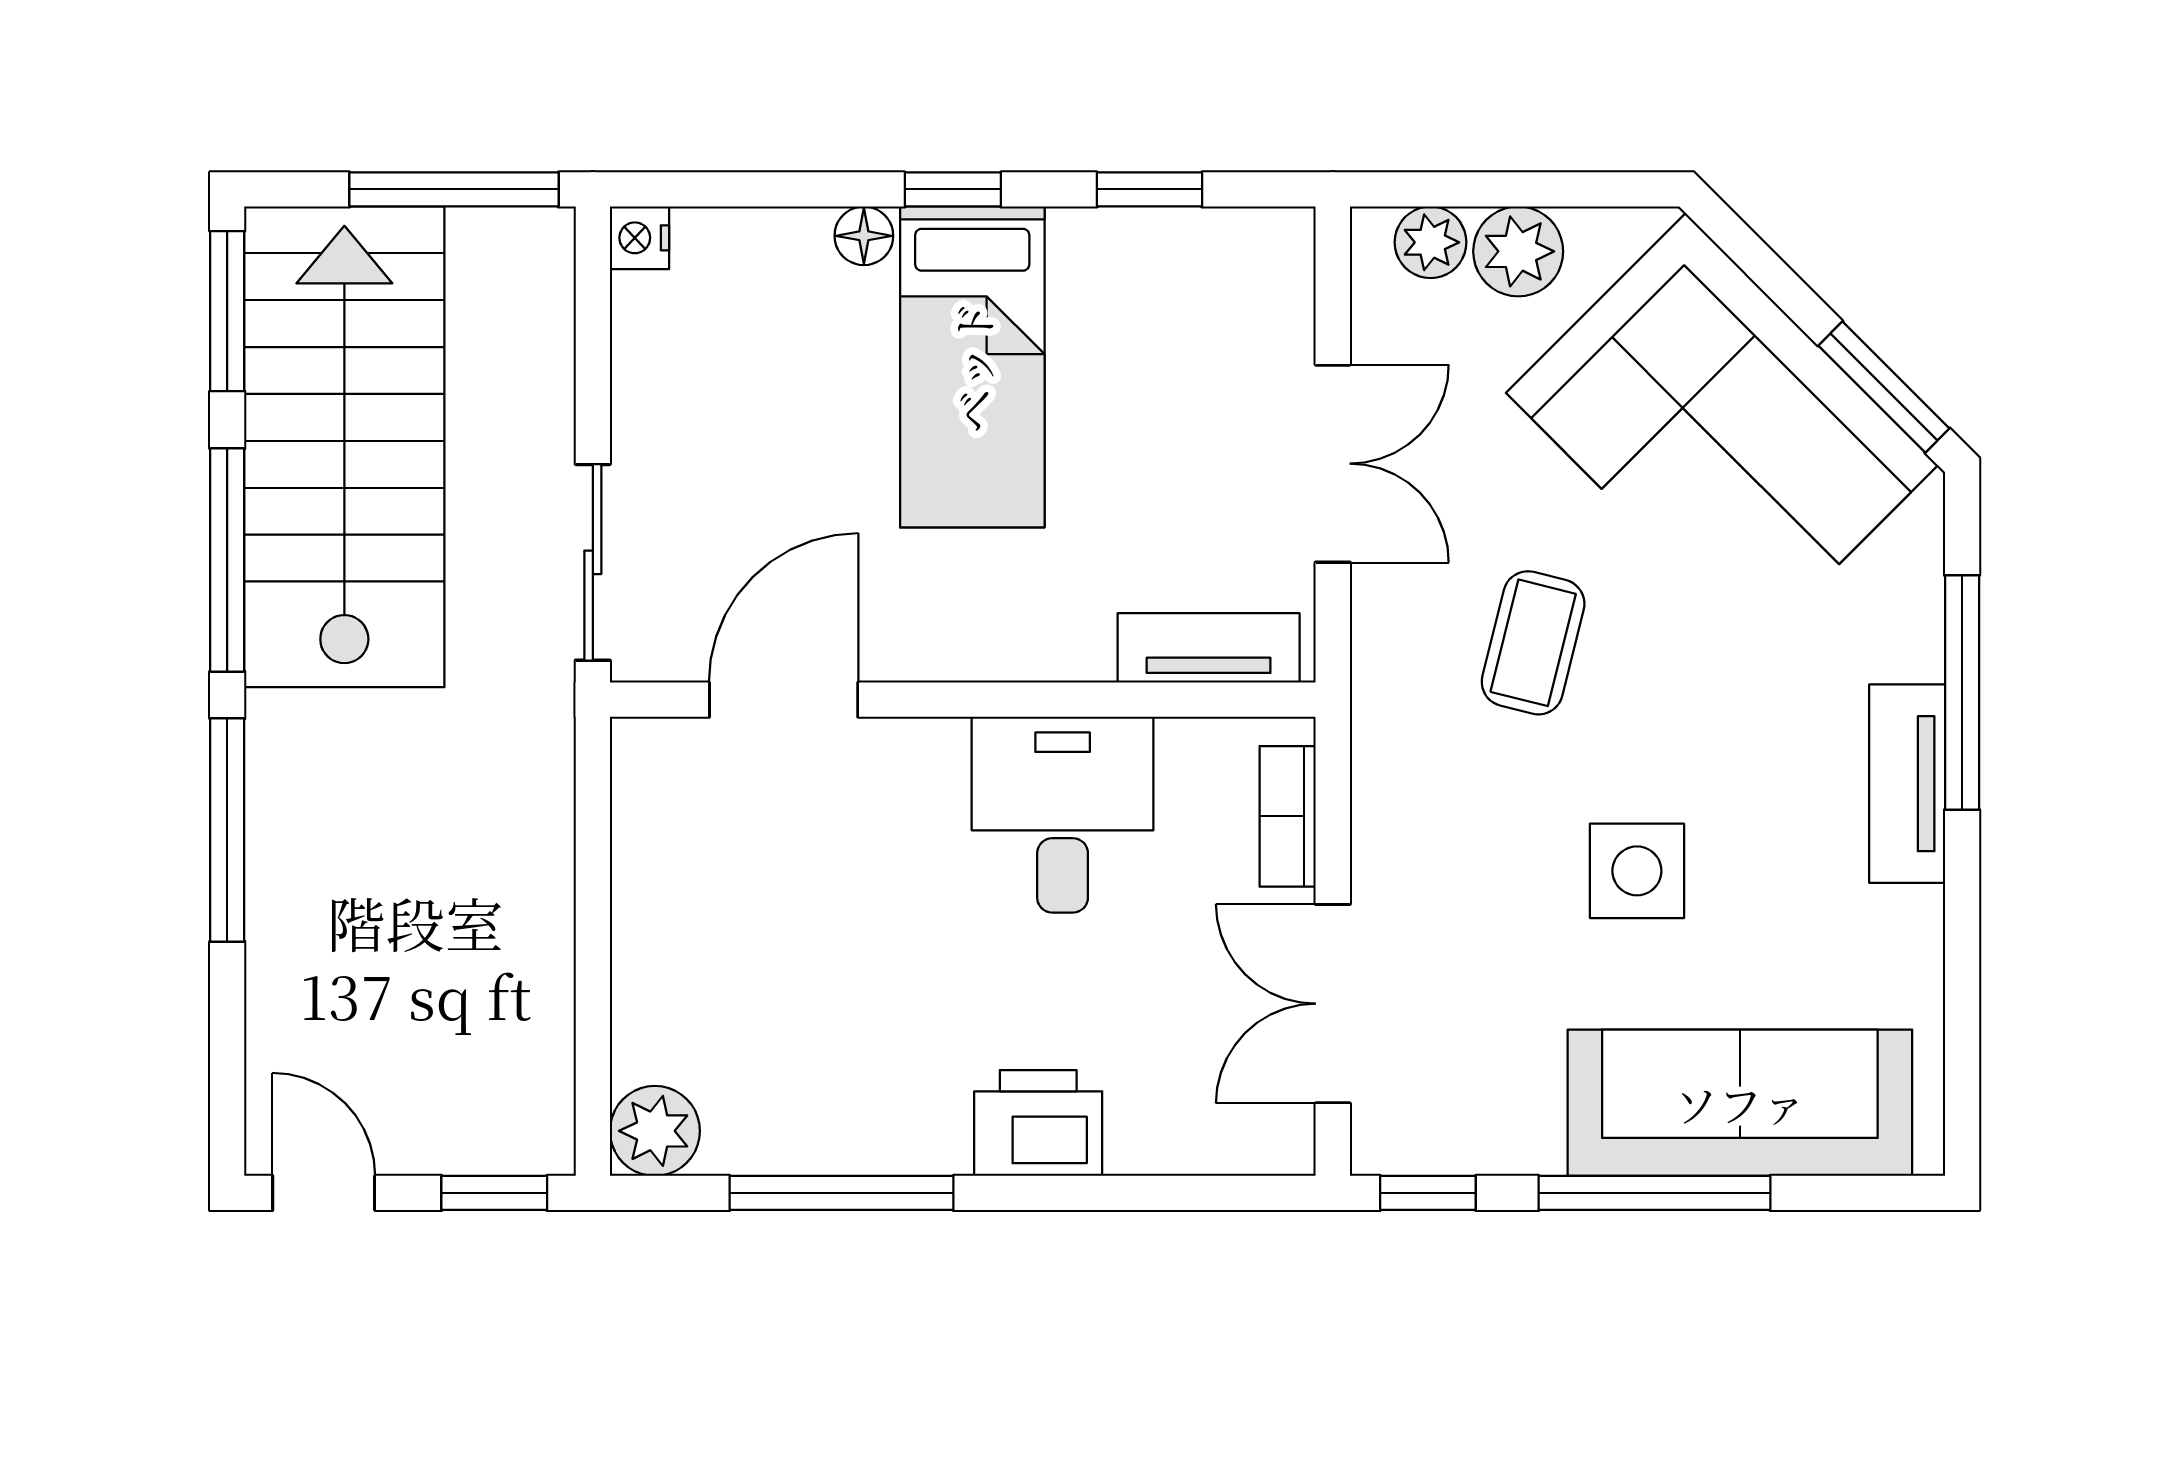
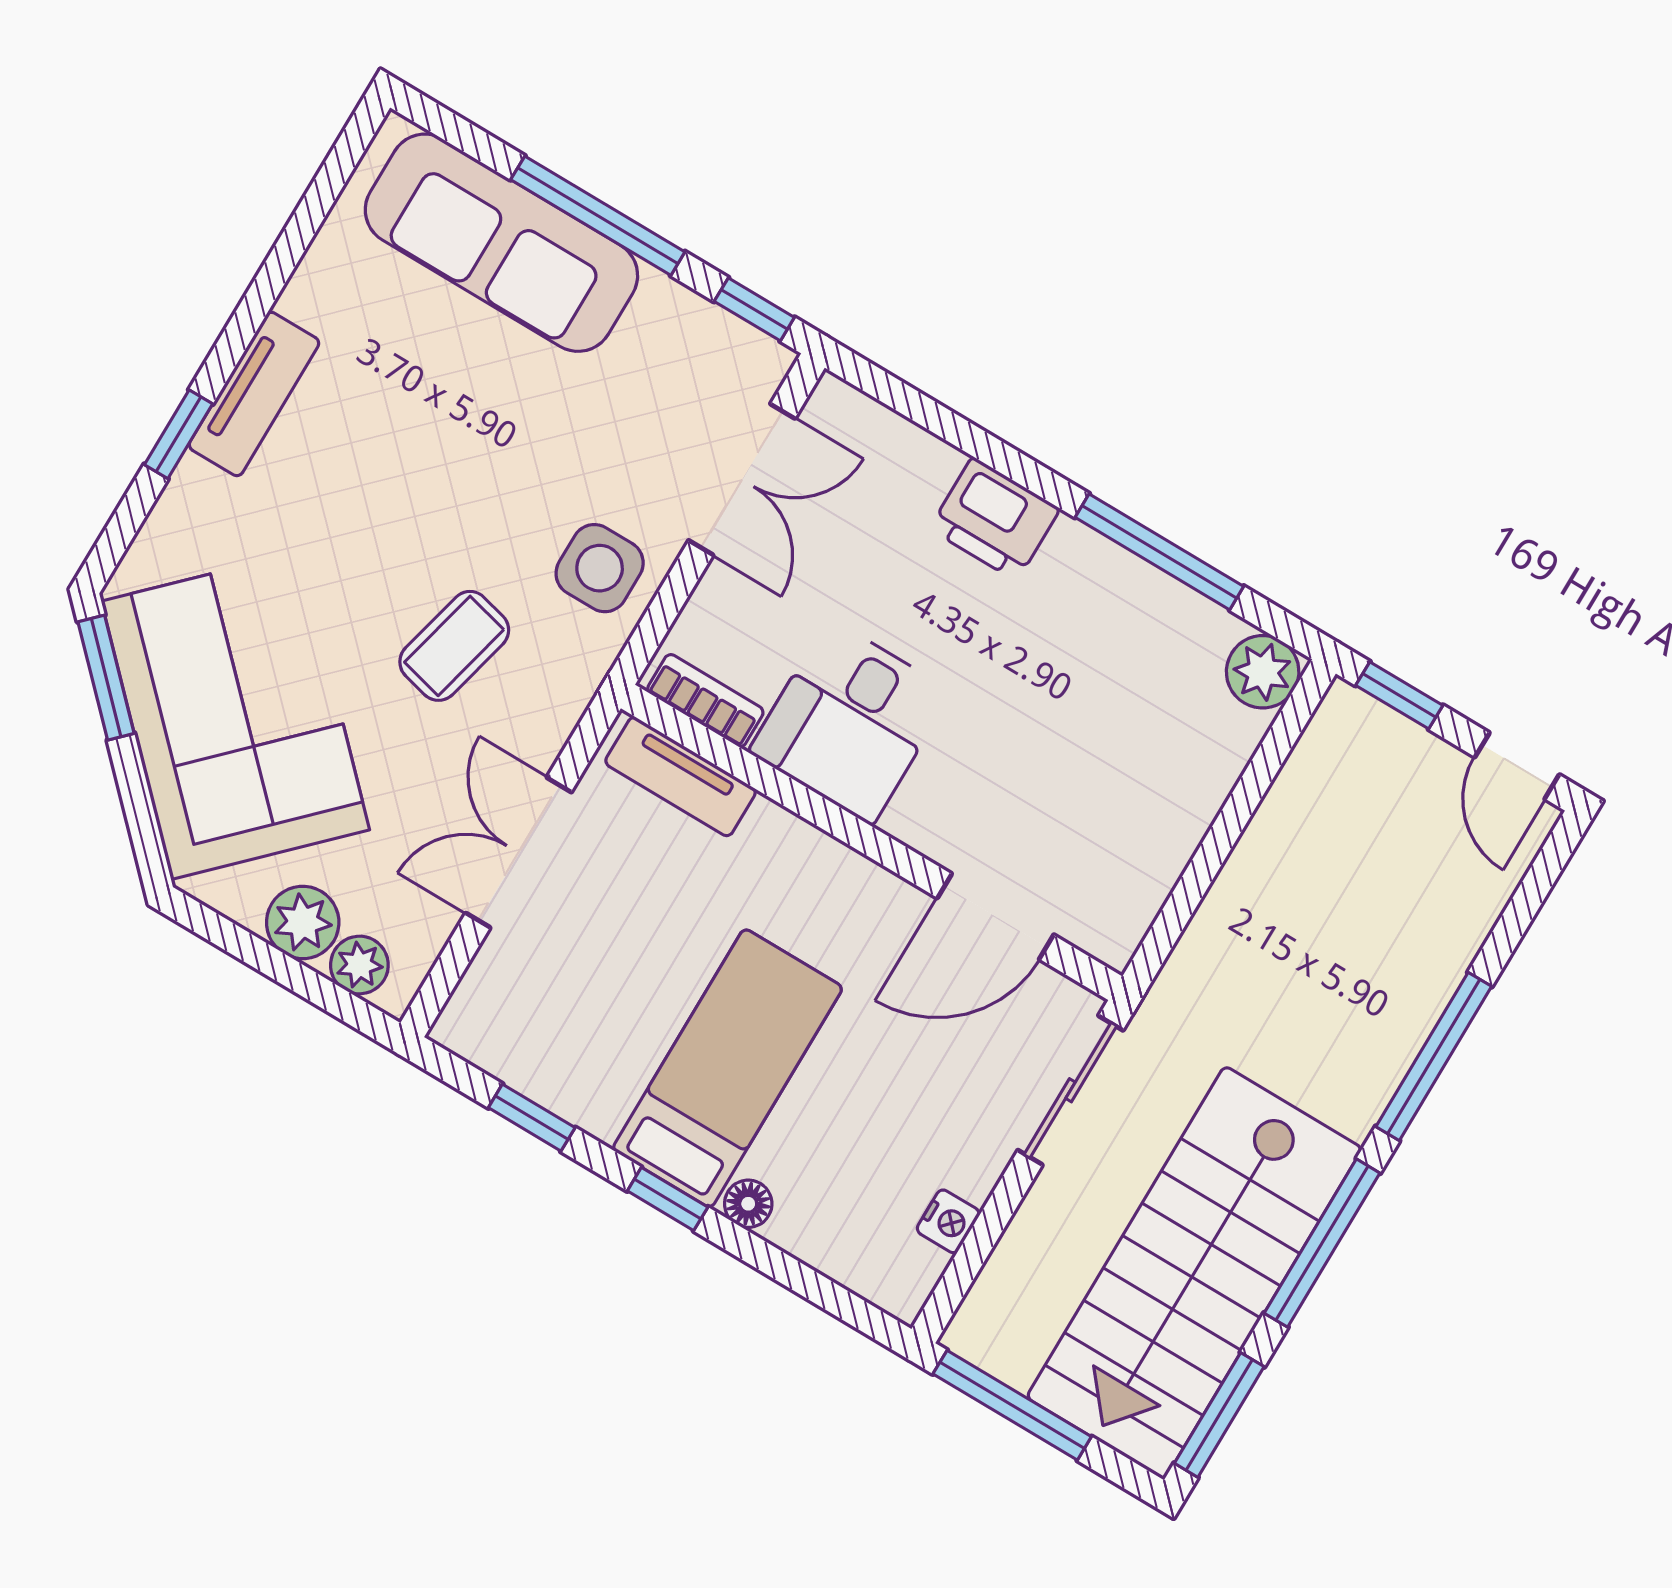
nightstand: (639, 238) -> (948, 1221), moved
window: (1962, 693) -> (178, 434), width x0.46
bookcase: (1288, 816) -> (705, 701), moved, turned -90
side table: (1637, 871) -> (600, 568), moved

